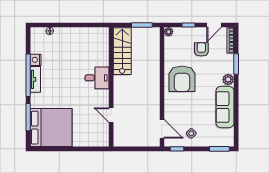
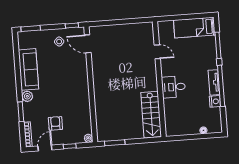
armchair: (201, 49) -> (55, 123), turned 180
stairs: (122, 51) -> (151, 115), moved
desk: (97, 78) -> (174, 87), moved
armchair: (182, 79) -> (72, 94), removed
wall: (111, 87) -> (159, 79), moved
door: (111, 115) -> (157, 52), moved
bed: (51, 128) -> (194, 27), width x0.49

